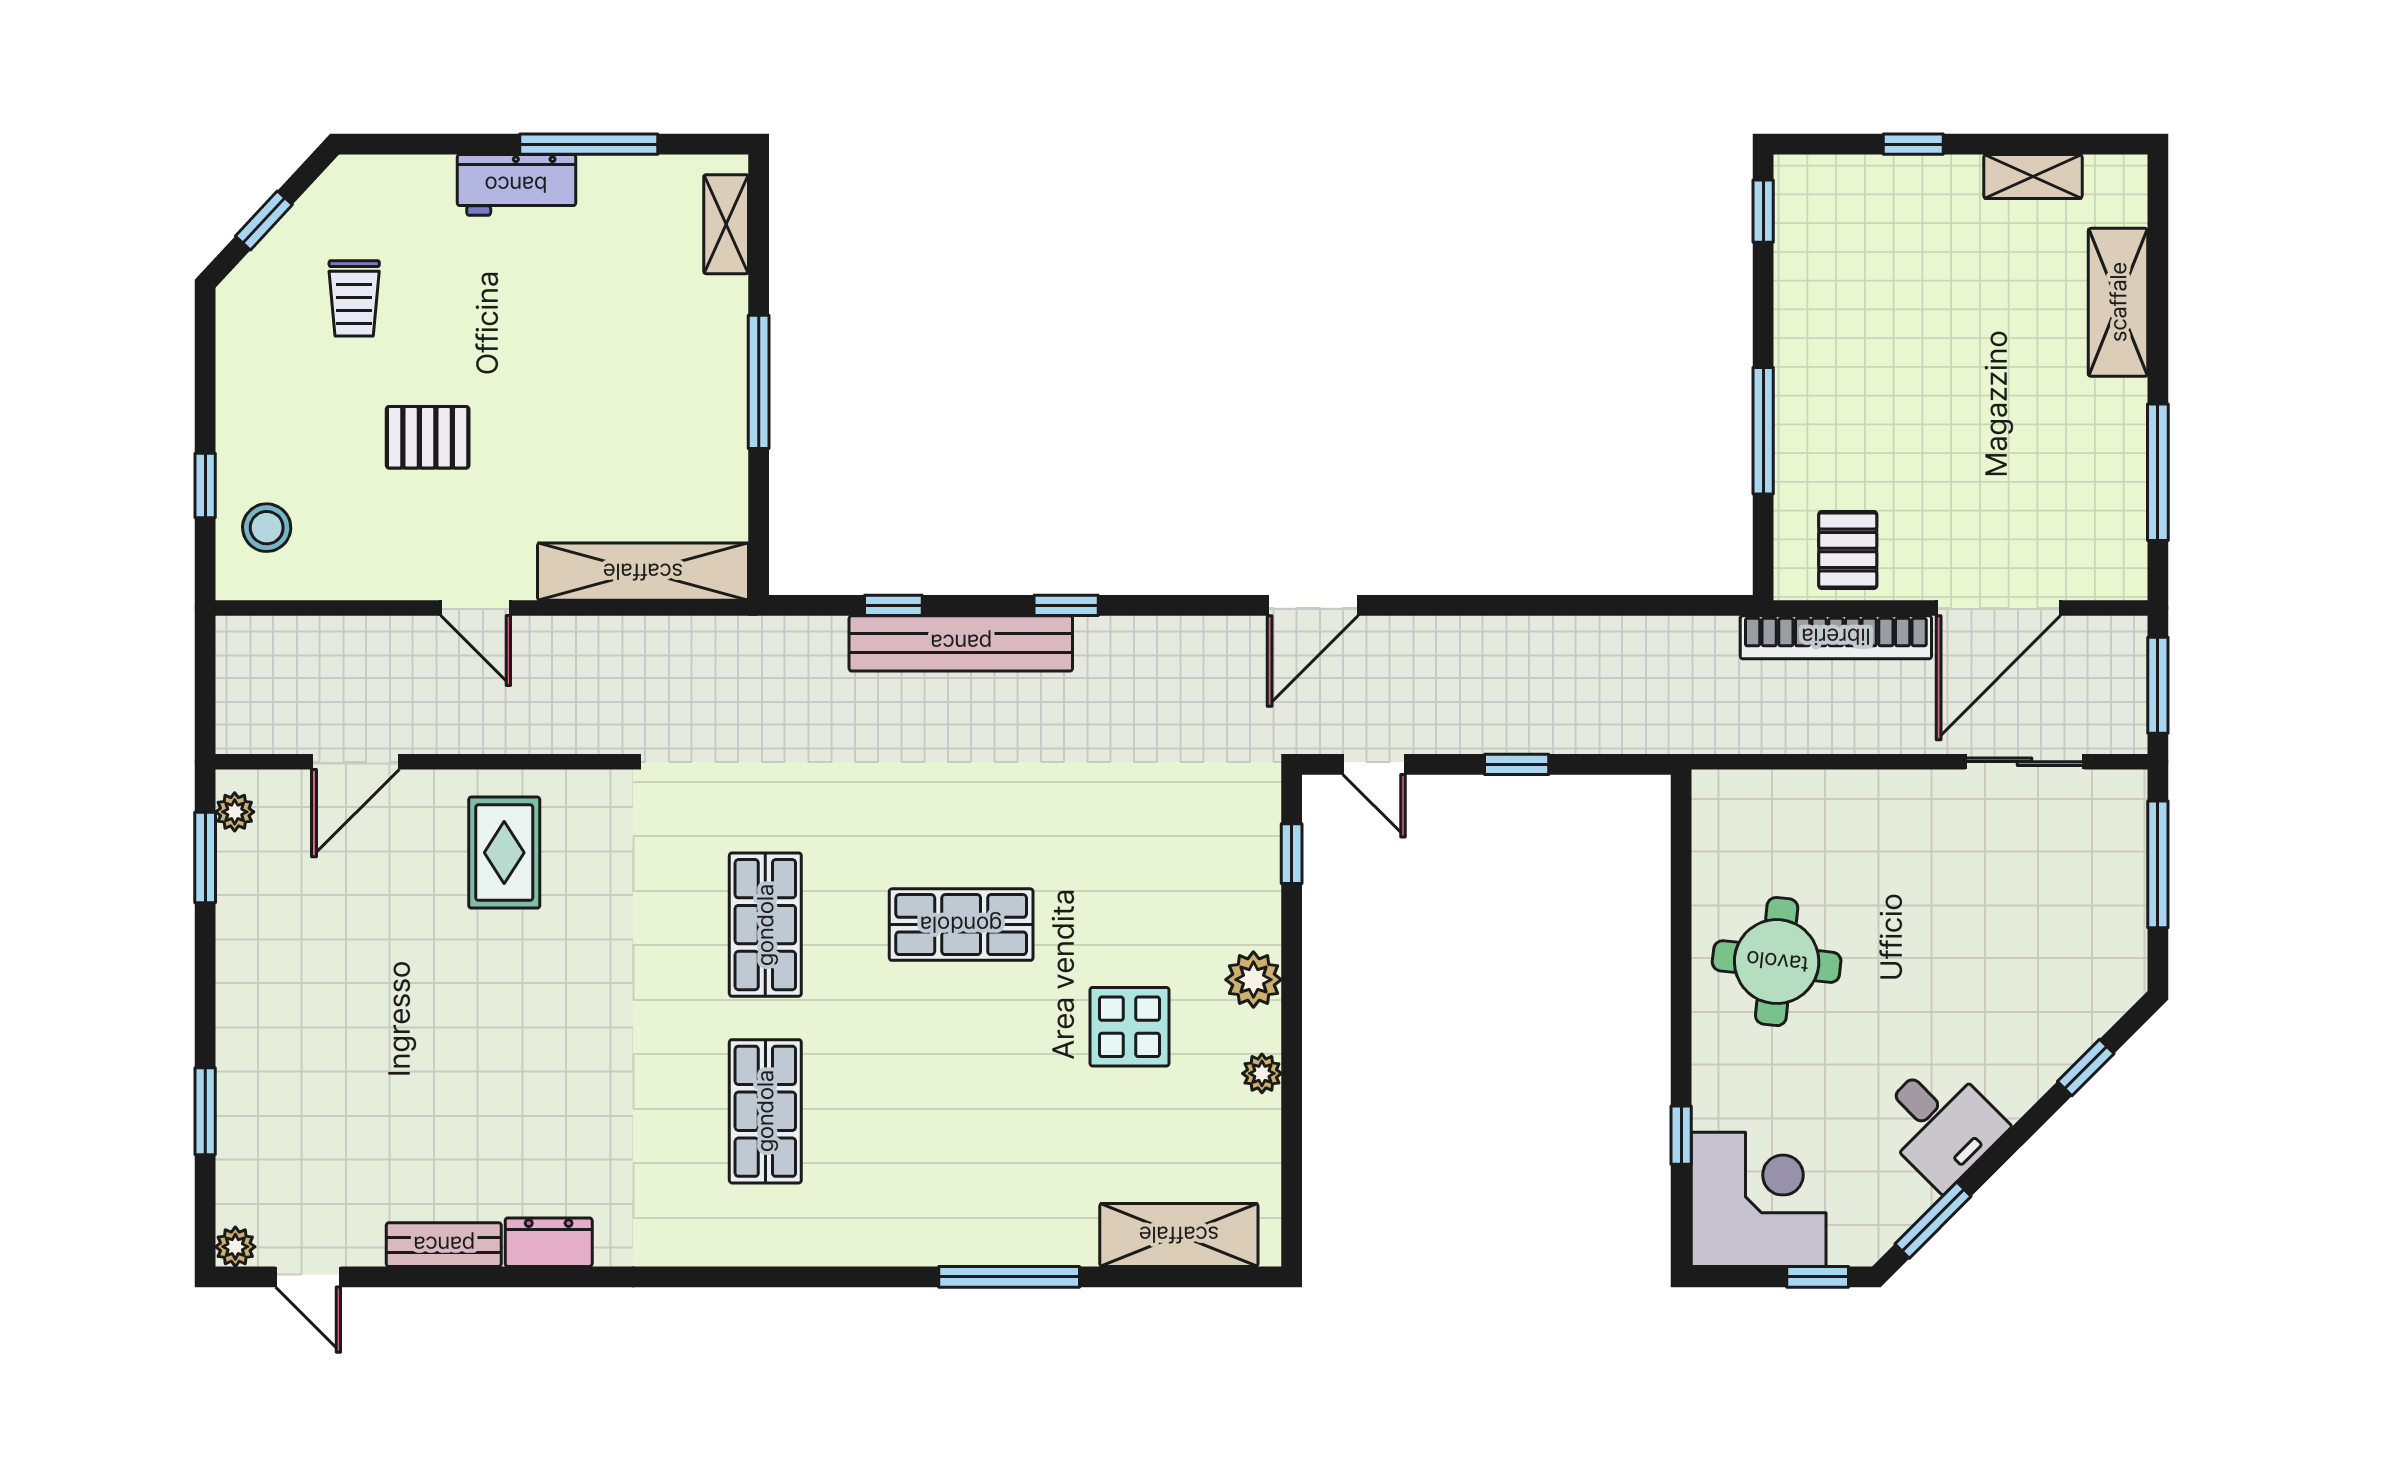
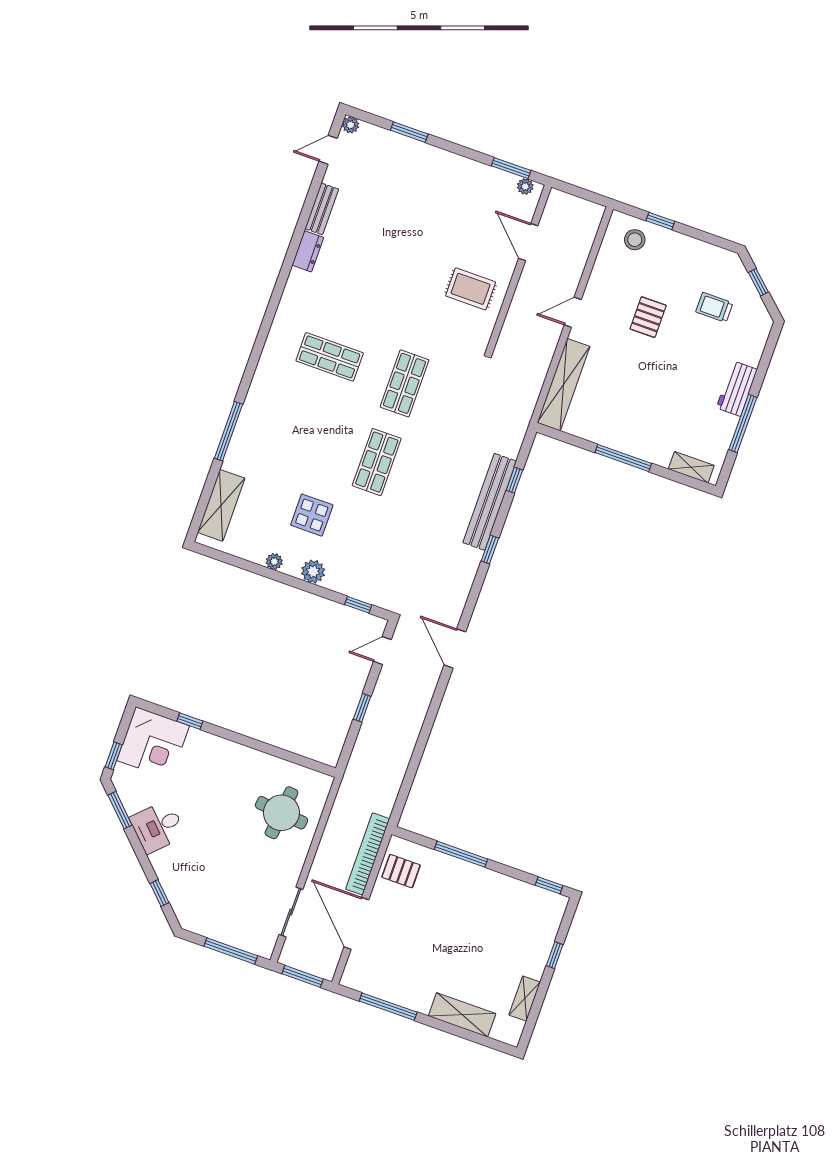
shop shelf: (765, 925) -> (405, 383), turned 90
round table: (1777, 962) -> (281, 813), moved

